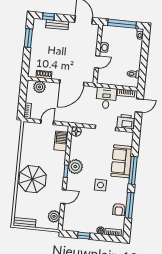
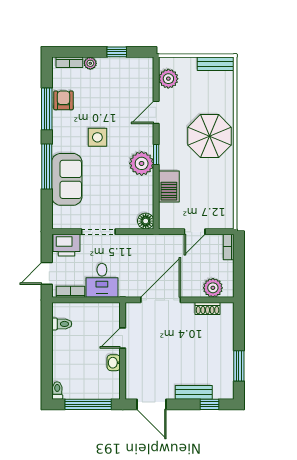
barbecue: (61, 141) -> (169, 186), moved

